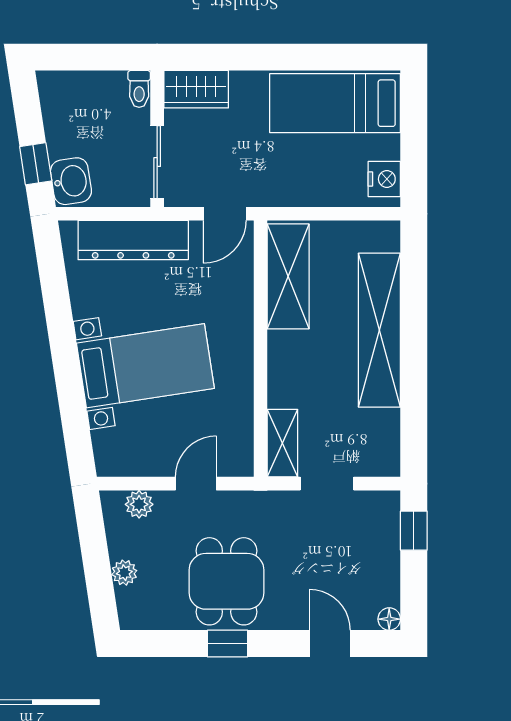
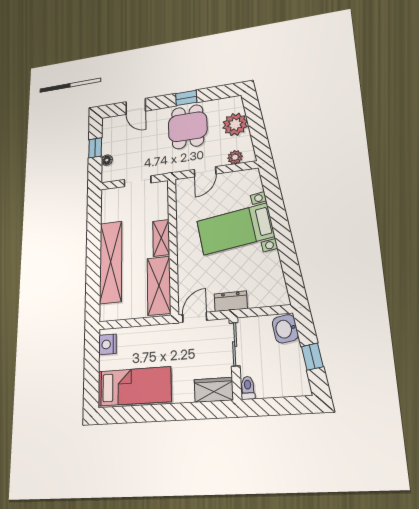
window: (36, 164) -> (312, 357), moved
dresser: (133, 240) -> (231, 301), width x0.51, depth x0.80
shelving: (282, 443) -> (161, 238), moved
window: (414, 531) -> (95, 148), moved
plant: (124, 573) -> (235, 124), width x1.87, depth x1.87
floor lamp: (389, 619) -> (107, 160), moved

